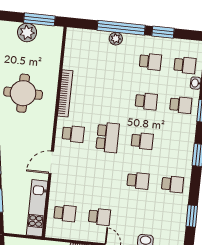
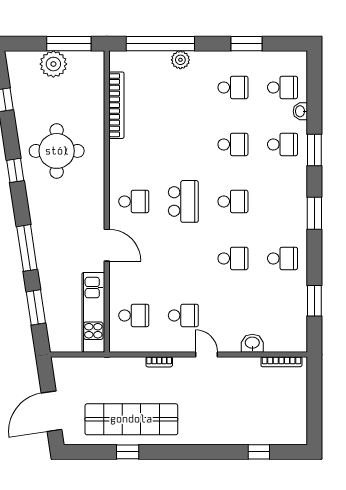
window: (121, 28) -> (160, 44), moved
bookcase: (65, 93) -> (116, 105), moved
door: (51, 162) -> (107, 245), swing flipped

